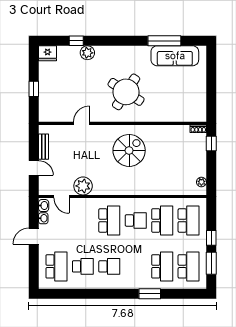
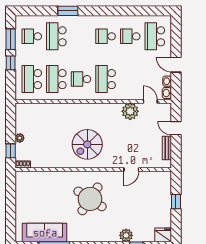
plant: (201, 182) -> (20, 138), moved
door: (34, 236) -> (176, 65), swing flipped
school desk: (189, 266) -> (32, 36), width x0.54

